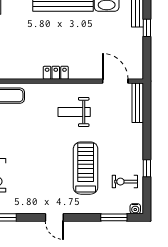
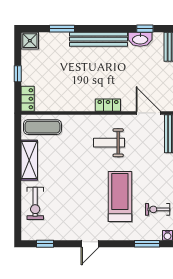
locker: (56, 73) -> (108, 105), moved
door: (54, 217) -> (90, 244), hinge flipped

